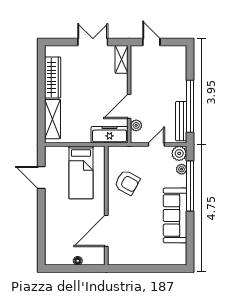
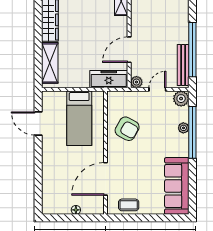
plant: (136, 125) -> (136, 82), moved
plant: (182, 169) -> (183, 128), moved
sofa: (175, 215) -> (177, 186), moved
coffee table: (129, 256) -> (129, 205), added

